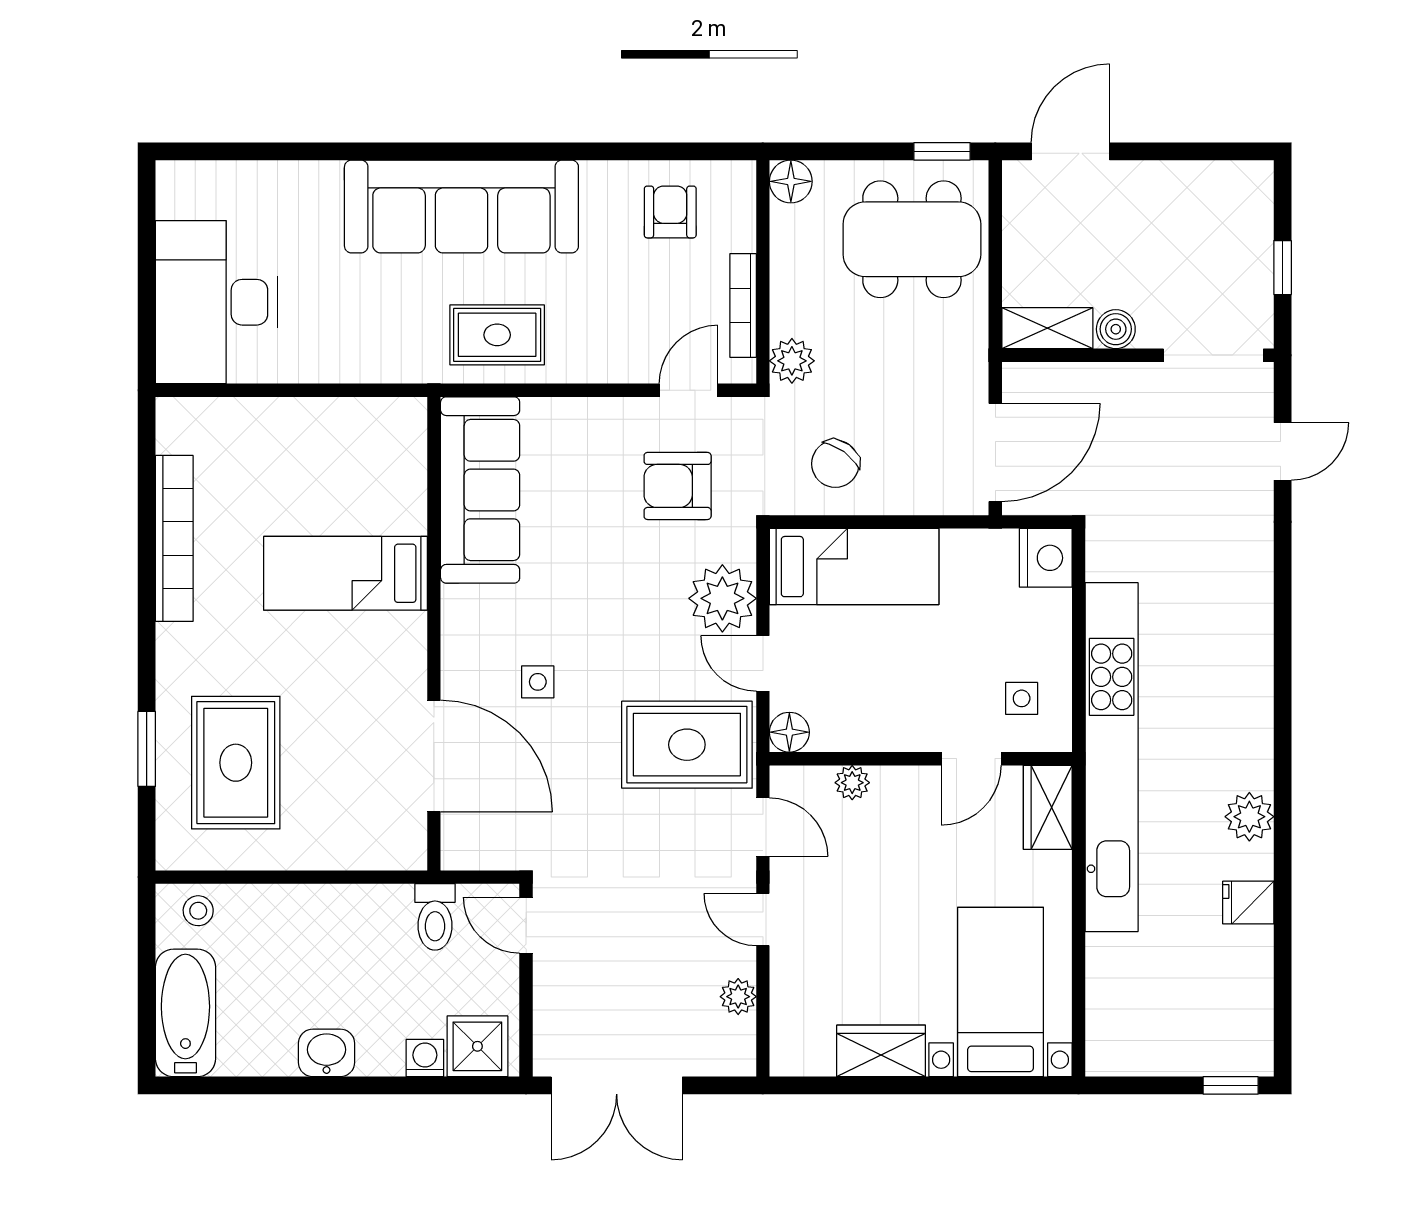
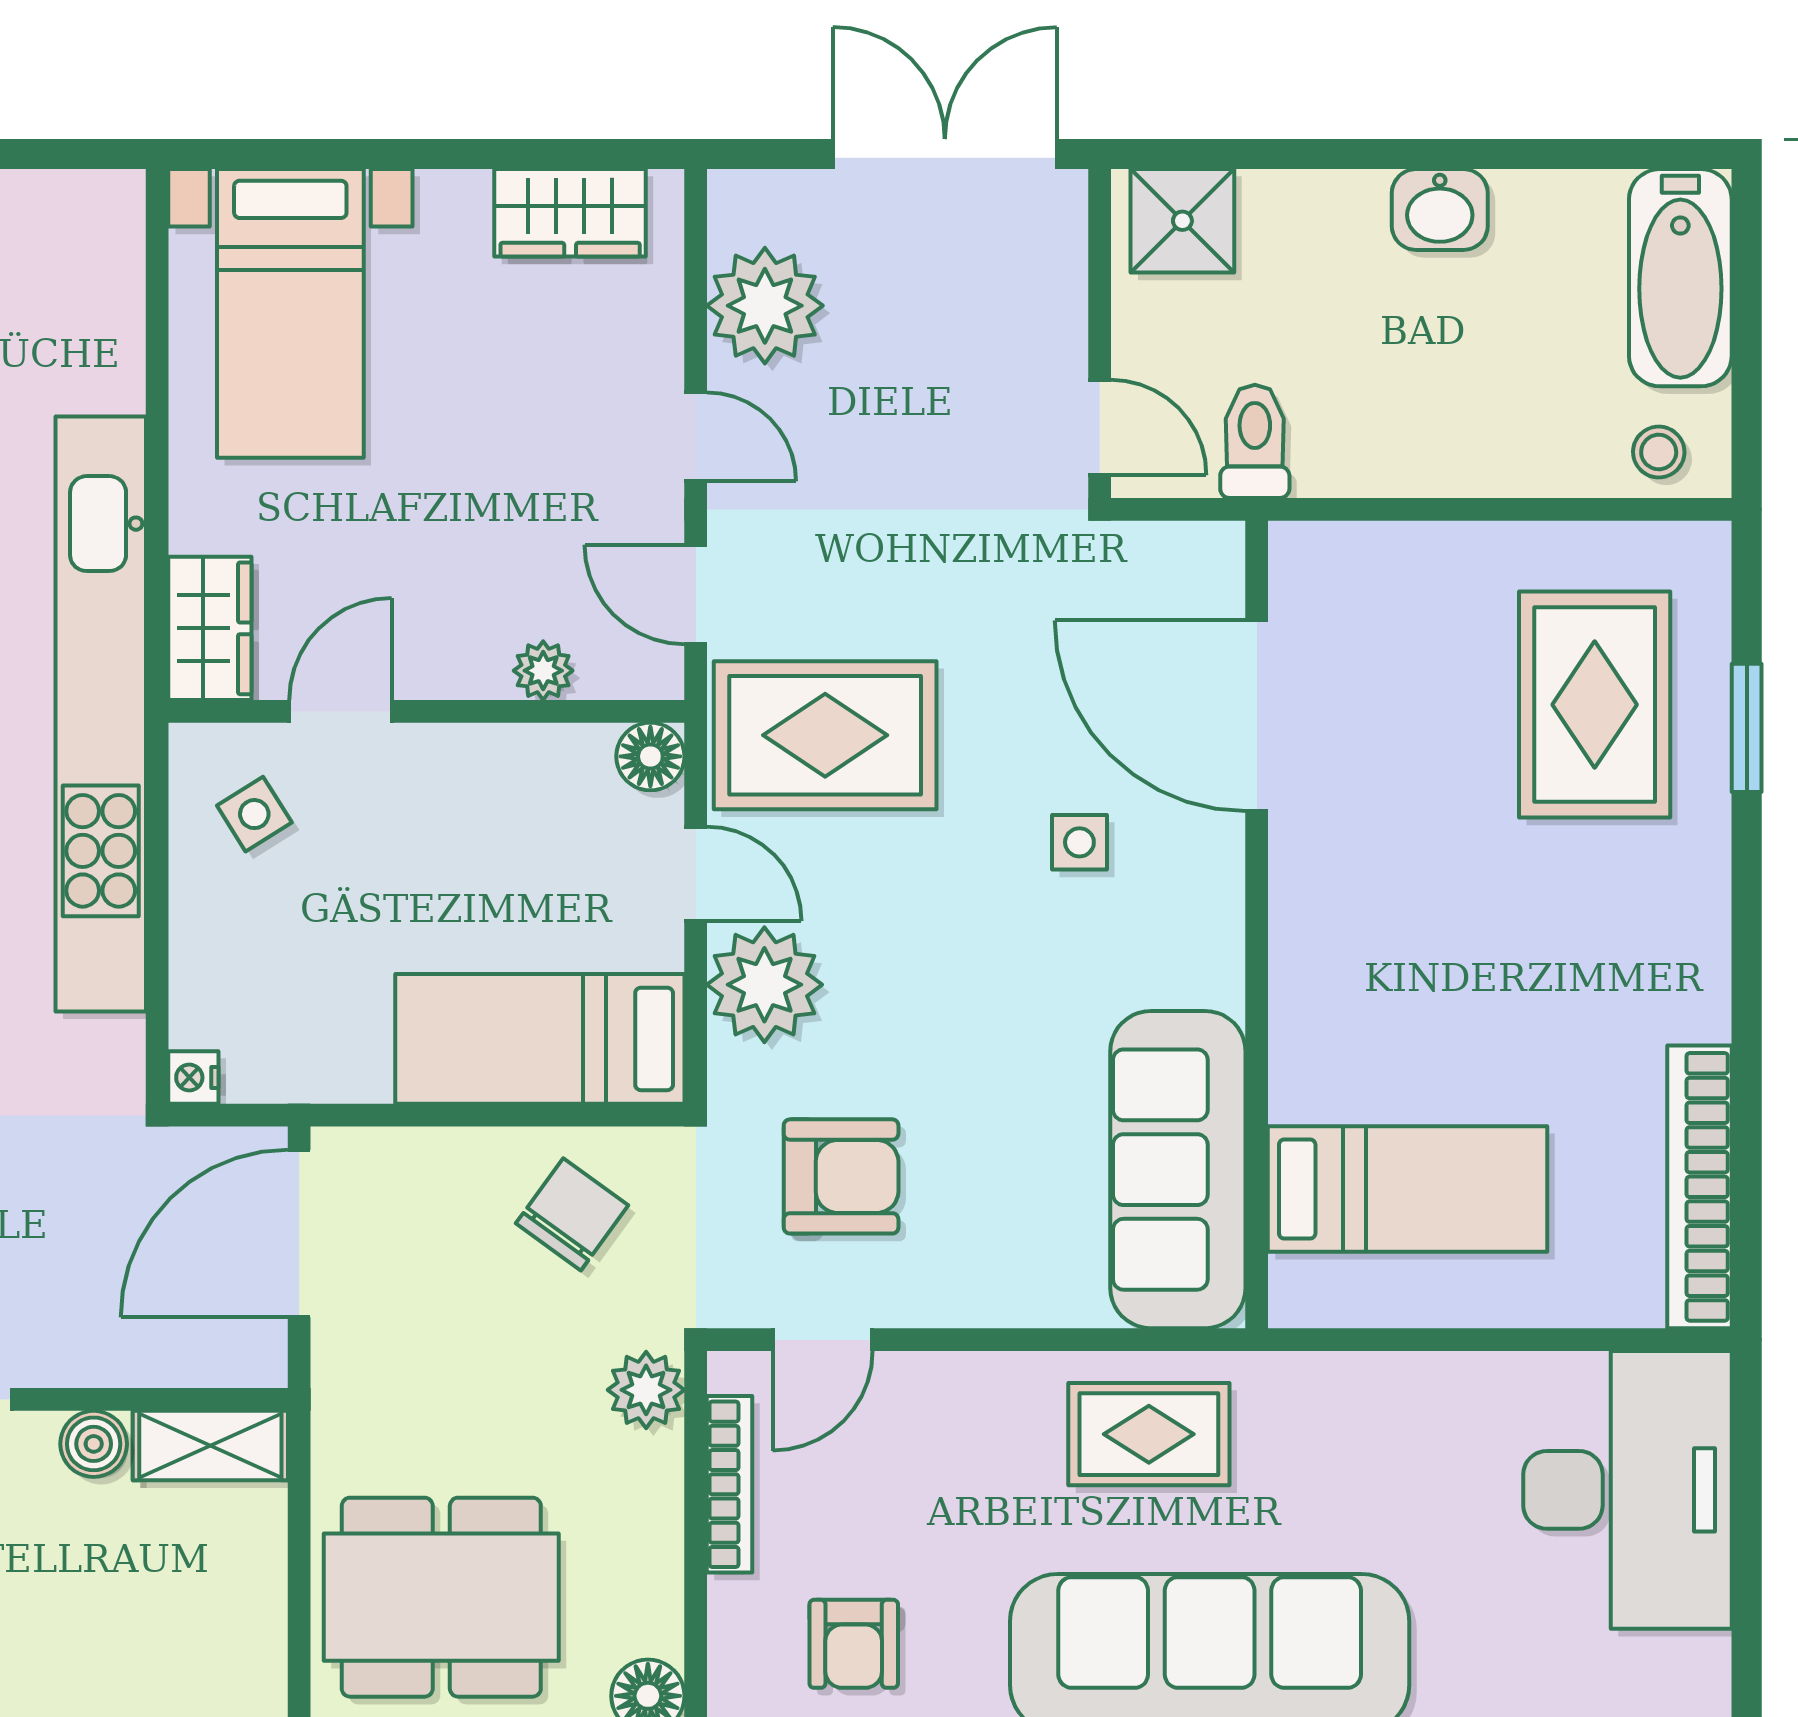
bookcase: (174, 538) -> (1699, 1187), moved
nightstand: (1046, 558) -> (193, 1078), width x0.53, depth x0.56
bed: (345, 573) -> (1407, 1189), moved
side table: (1022, 698) -> (254, 814), turned -32
plant: (738, 997) -> (765, 306), width x1.88, depth x1.88
wardrobe: (881, 1051) -> (570, 213), moved
washing machine: (425, 1058) -> (1272, 201), removed

